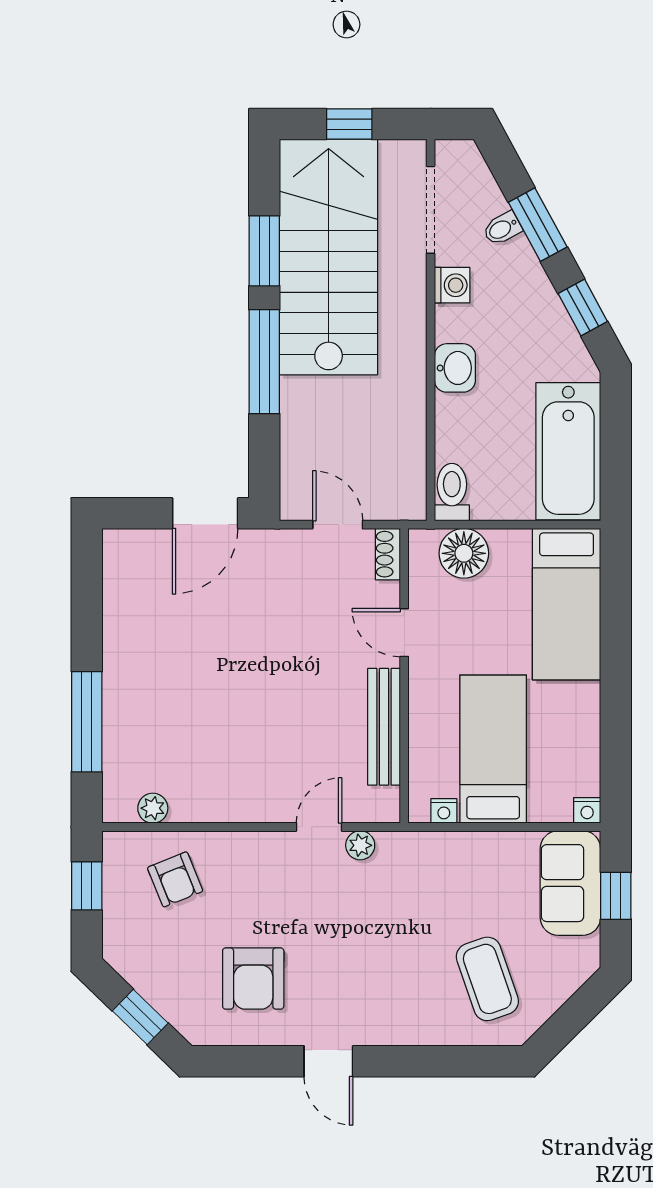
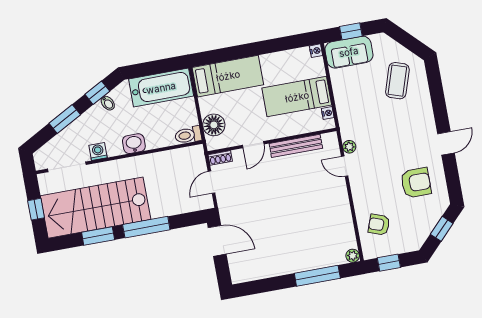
bidet: (502, 228) -> (108, 103), moved
plant: (153, 808) -> (353, 256), moved
armchair: (175, 879) -> (379, 225), turned -138
coffee table: (487, 979) -> (397, 81), turned -53

